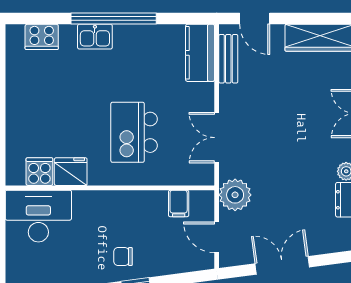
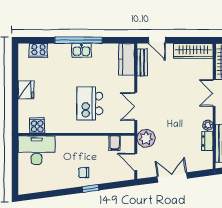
kitchen sink: (95, 37) -> (81, 50), moved
fridge: (71, 172) -> (26, 90), moved, turned 90

